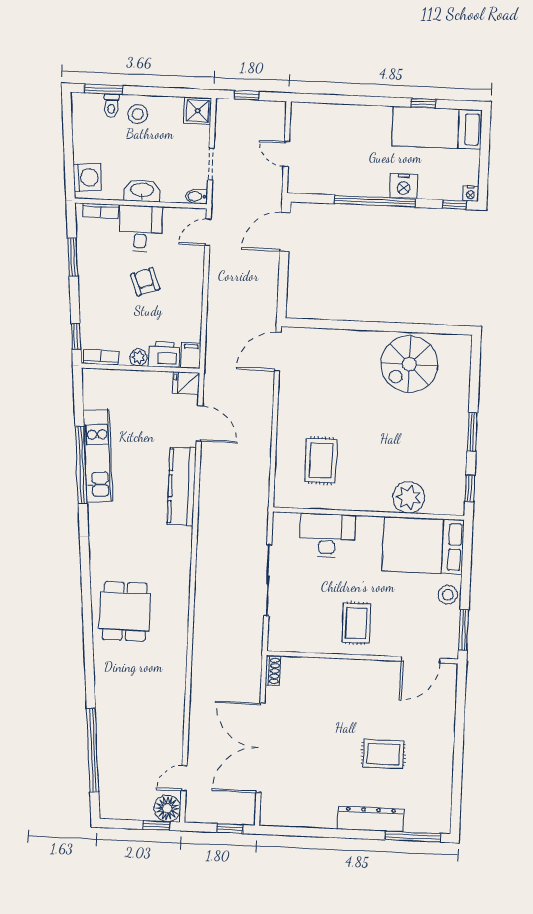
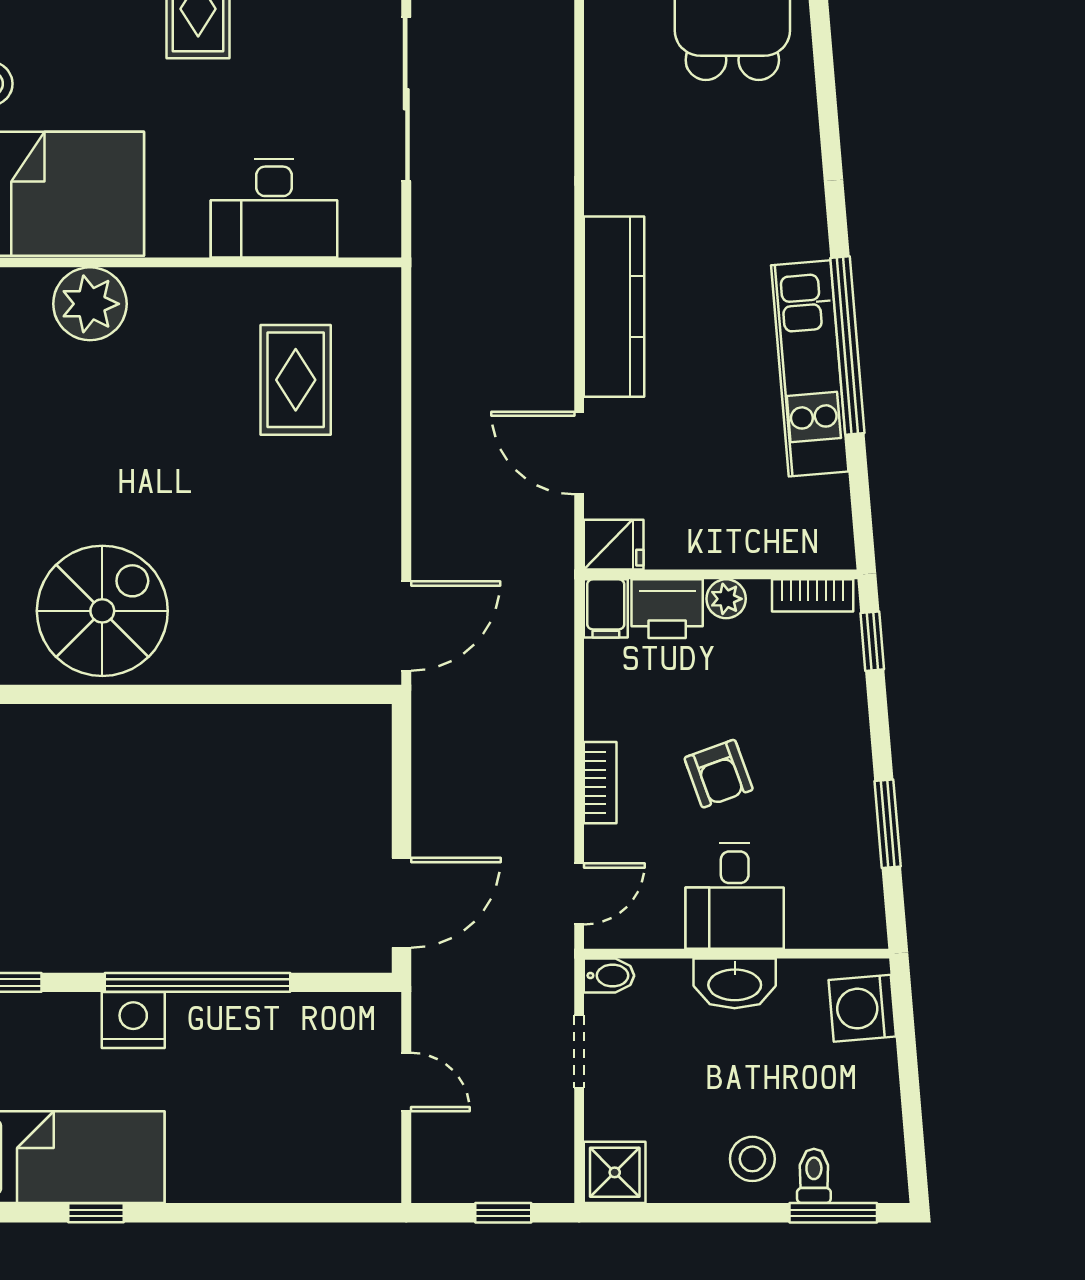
bookcase: (101, 211) -> (600, 783), moved, turned 90

